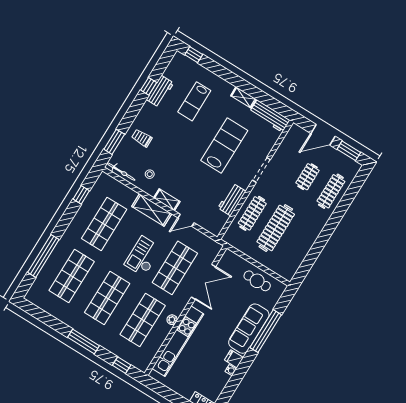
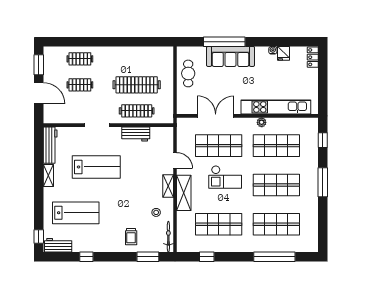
workbench: (160, 91) -> (58, 245), moved
lab bench: (194, 101) -> (76, 213), width x1.36, depth x1.39
lab bench: (224, 146) -> (96, 167), turned 180
clothes rail: (331, 191) -> (80, 59), width x0.73
fridge: (234, 359) -> (284, 53), moved

